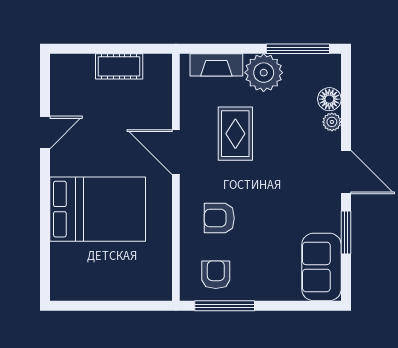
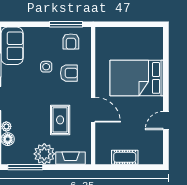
side table: (260, 229) -> (46, 67), added

